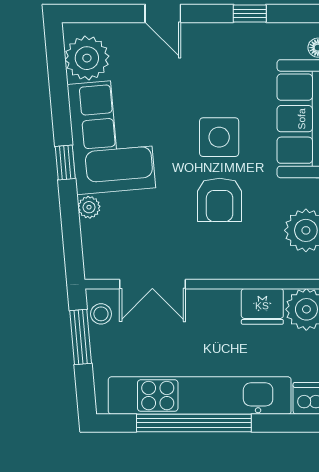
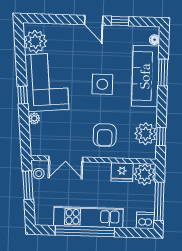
door: (163, 13) -> (94, 20), moved
armchair: (220, 200) -> (105, 135), moved
kitchen unit: (200, 396) -> (88, 217), width x0.73

